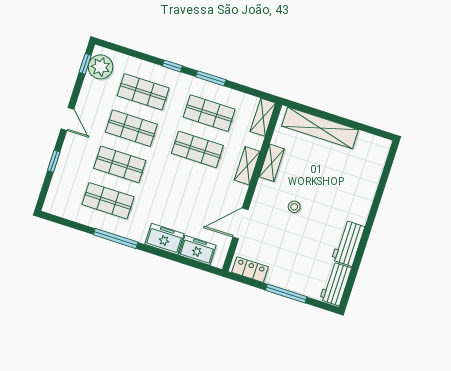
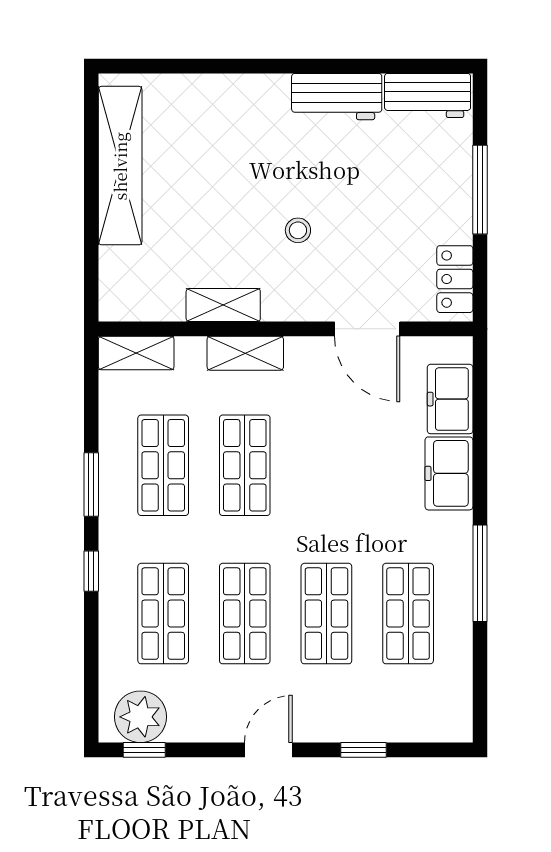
shelving: (320, 128) -> (120, 166), moved

